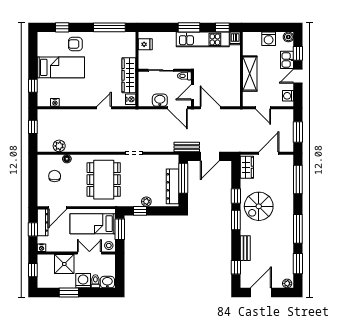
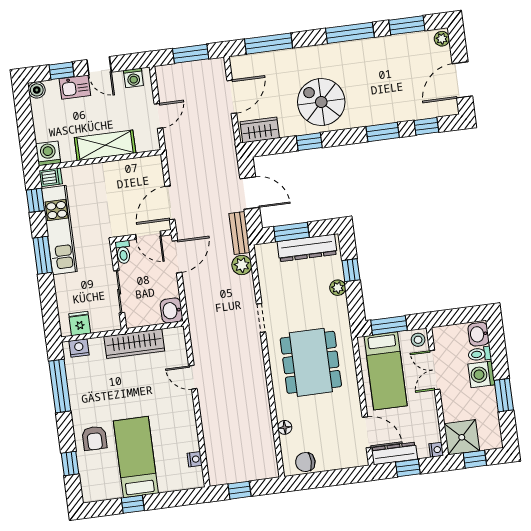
washing machine: (269, 39) -> (48, 153), moved, turned -90
window: (33, 86) -> (133, 504), moved
nightstand: (131, 99) -> (79, 348), moved
washbasin: (160, 100) -> (171, 311), moved
plant: (59, 146) -> (242, 265), moved
door: (269, 153) -> (232, 97), swing flipped
chair: (55, 176) -> (305, 462), moved
window: (183, 178) -> (291, 232), width x0.69
dining table: (104, 180) -> (311, 362), turned 90
spiral stairs: (259, 206) -> (321, 102), turned 180
window: (140, 211) -> (351, 270), moved
window: (236, 220) -> (383, 132), moved
bench: (245, 248) -> (393, 115), removed
shower: (64, 264) -> (462, 437), moved
door: (261, 293) -> (462, 80), hinge flipped

